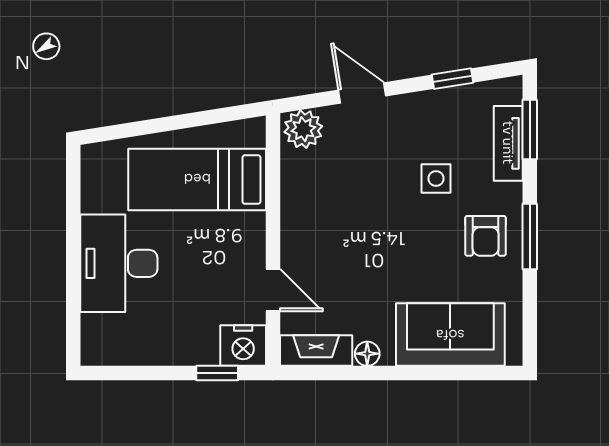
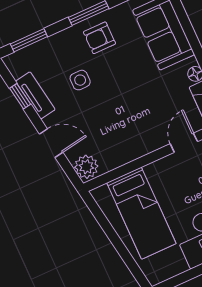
door: (362, 93) -> (51, 143), swing flipped
tv unit: (508, 143) -> (35, 95), moved, turned -99
armchair: (486, 236) -> (100, 38), turned 180

